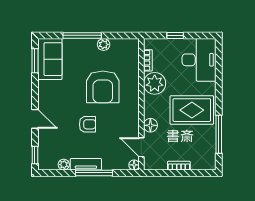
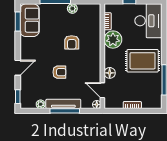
armchair: (103, 87) -> (72, 42), width x0.53, depth x0.53
door: (35, 119) -> (18, 68), hinge flipped
tv unit: (86, 164) -> (63, 104), width x1.41

